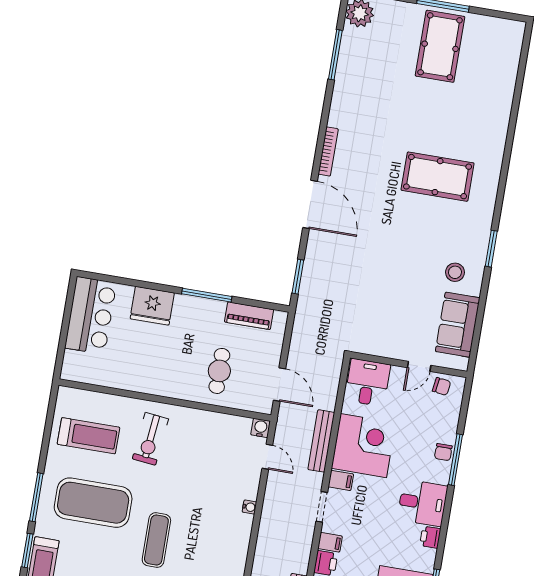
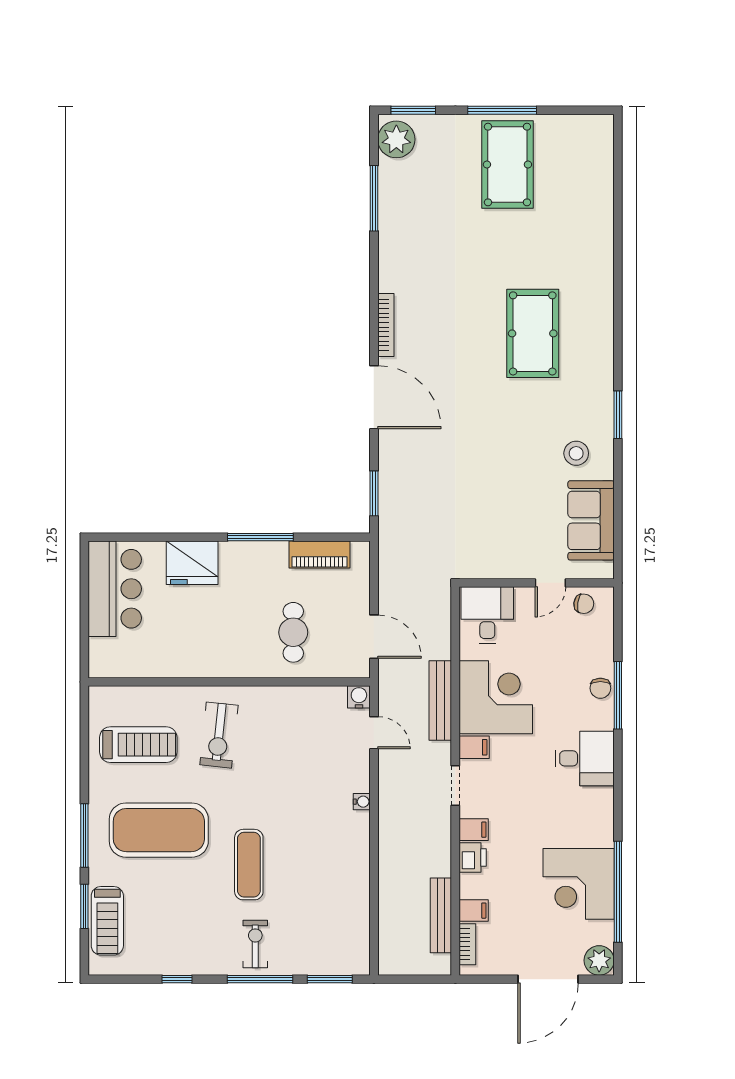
pool table: (438, 177) -> (533, 333), turned 90
printer: (430, 537) -> (602, 801), removed

